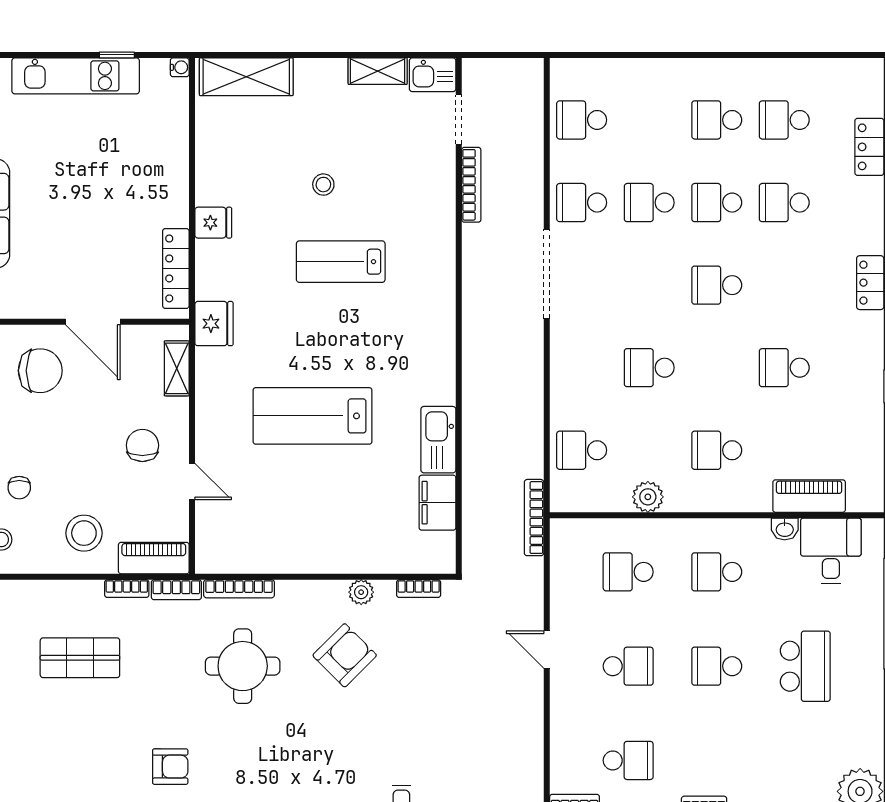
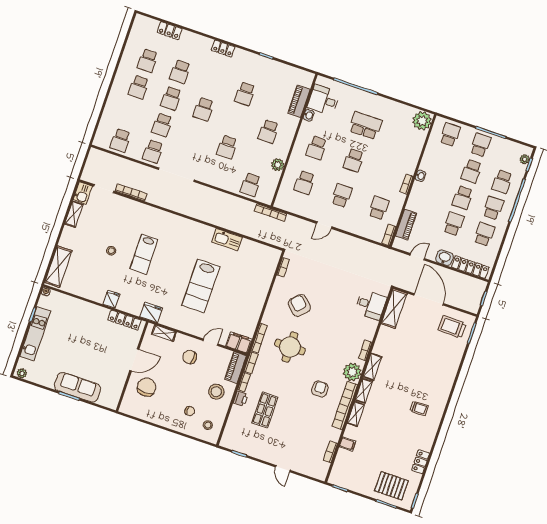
filing cabinet: (437, 503) -> (239, 343), moved, turned 180
plant: (361, 592) -> (277, 290), removed
printer: (87, 594) -> (241, 399), added

